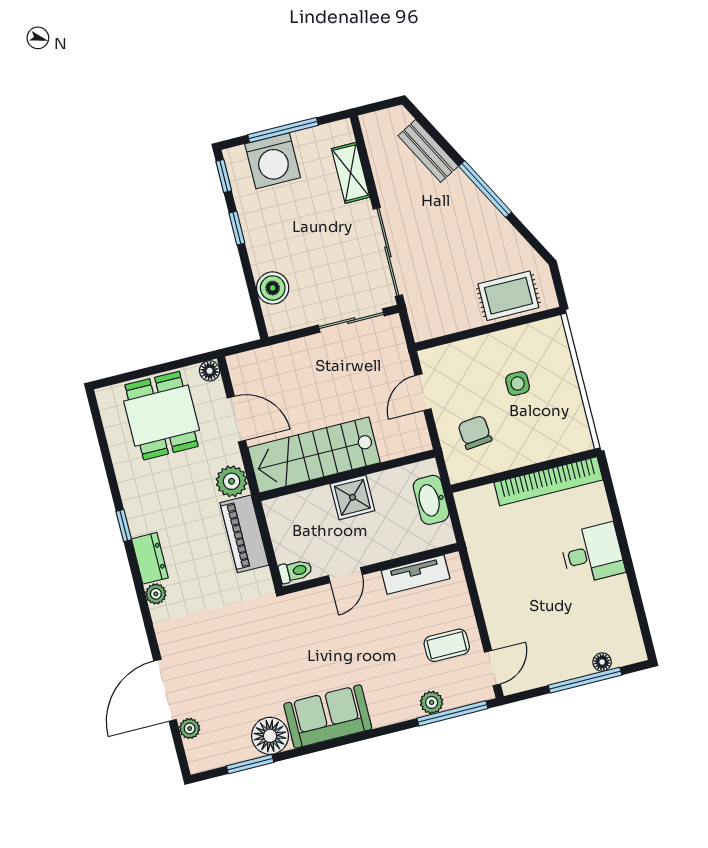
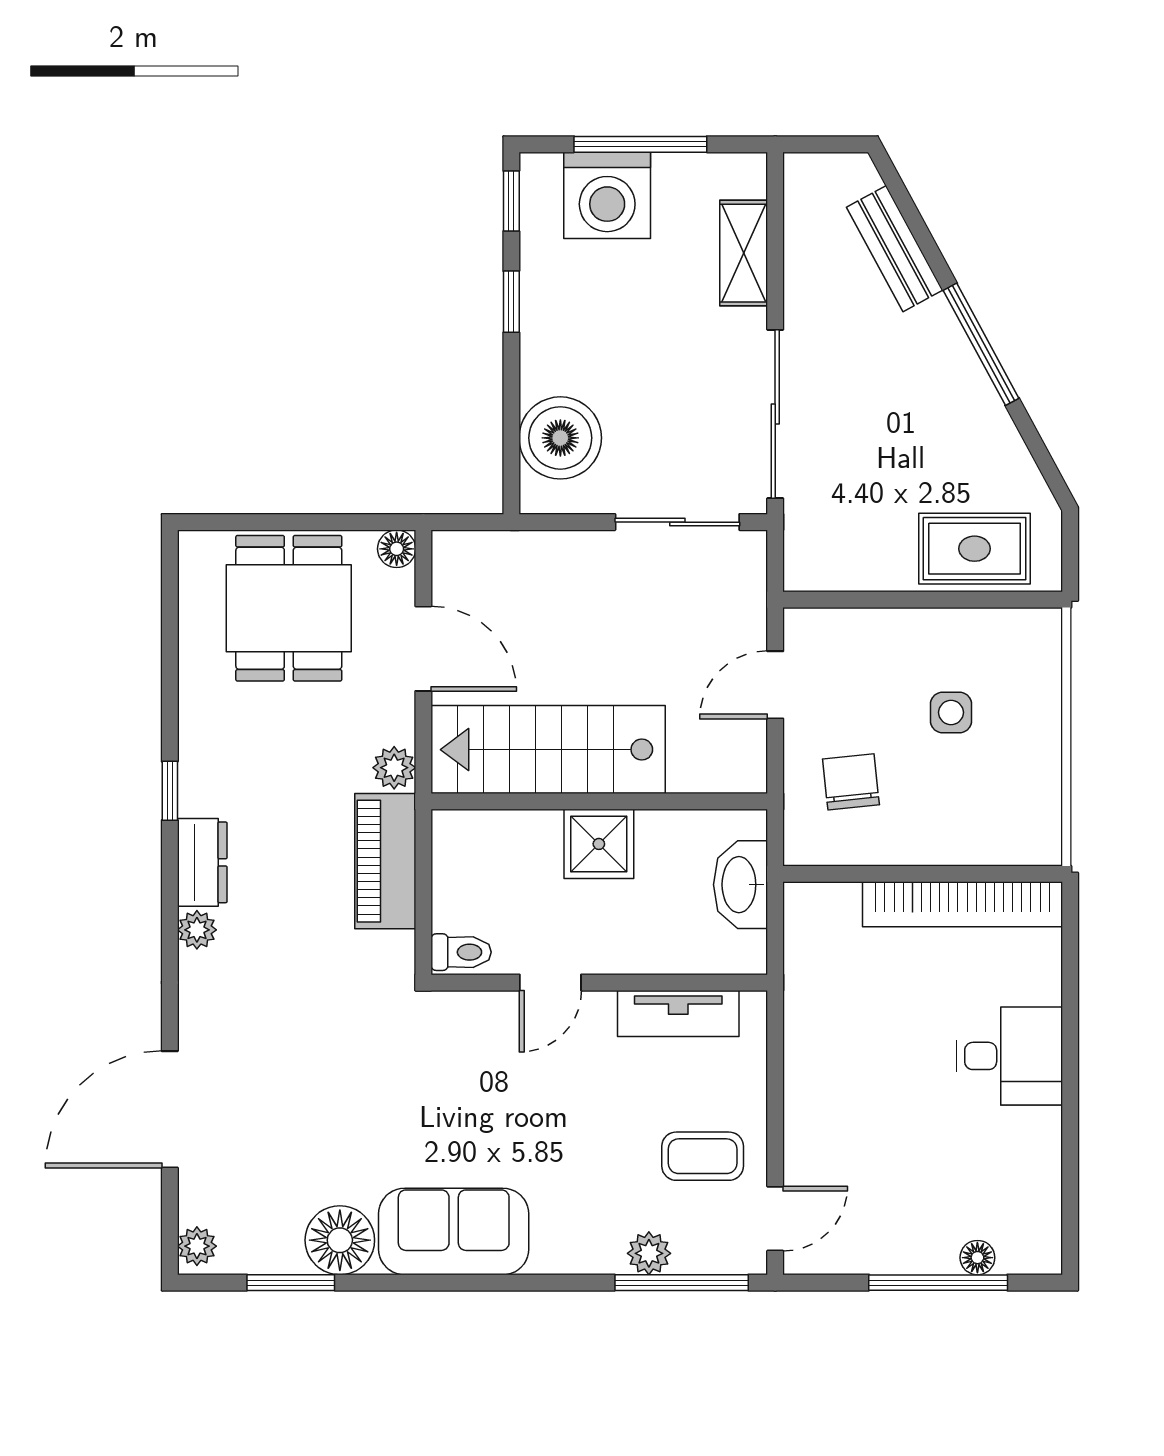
boiler: (273, 288) -> (560, 438), width x1.37, depth x1.37
plant: (232, 481) -> (394, 768), width x0.73, depth x0.73
plant: (190, 728) -> (197, 1246), moved

